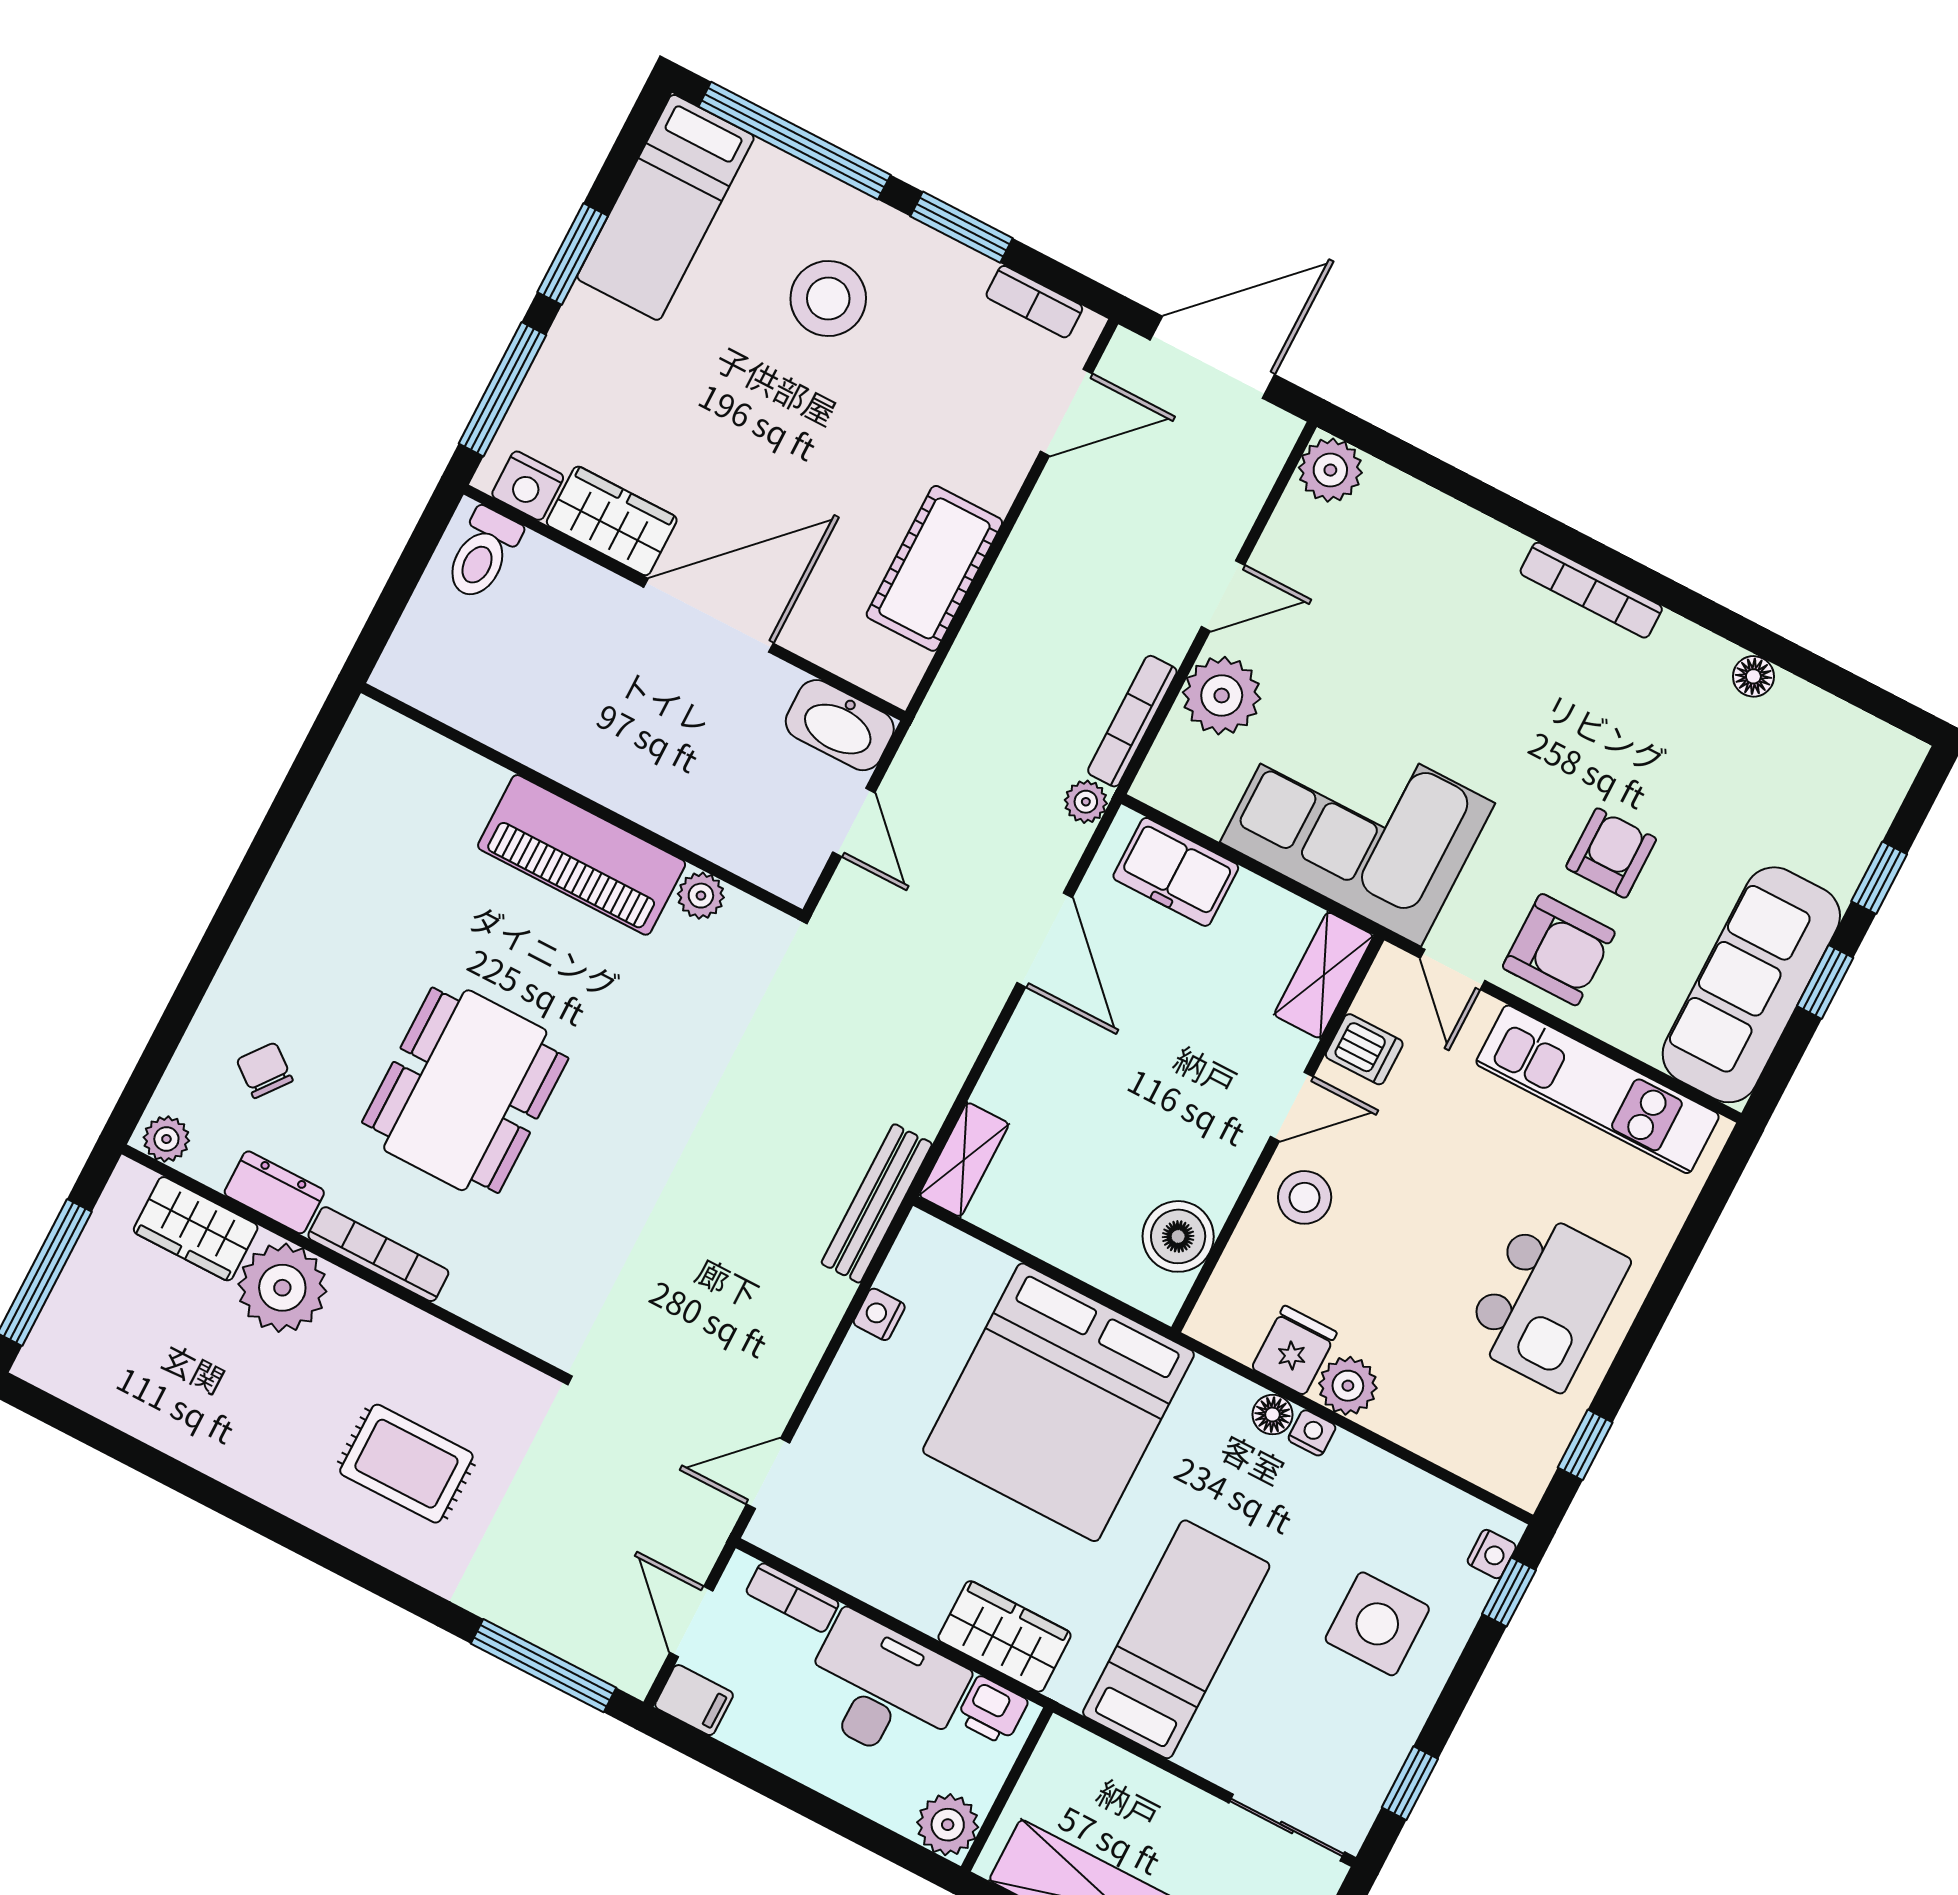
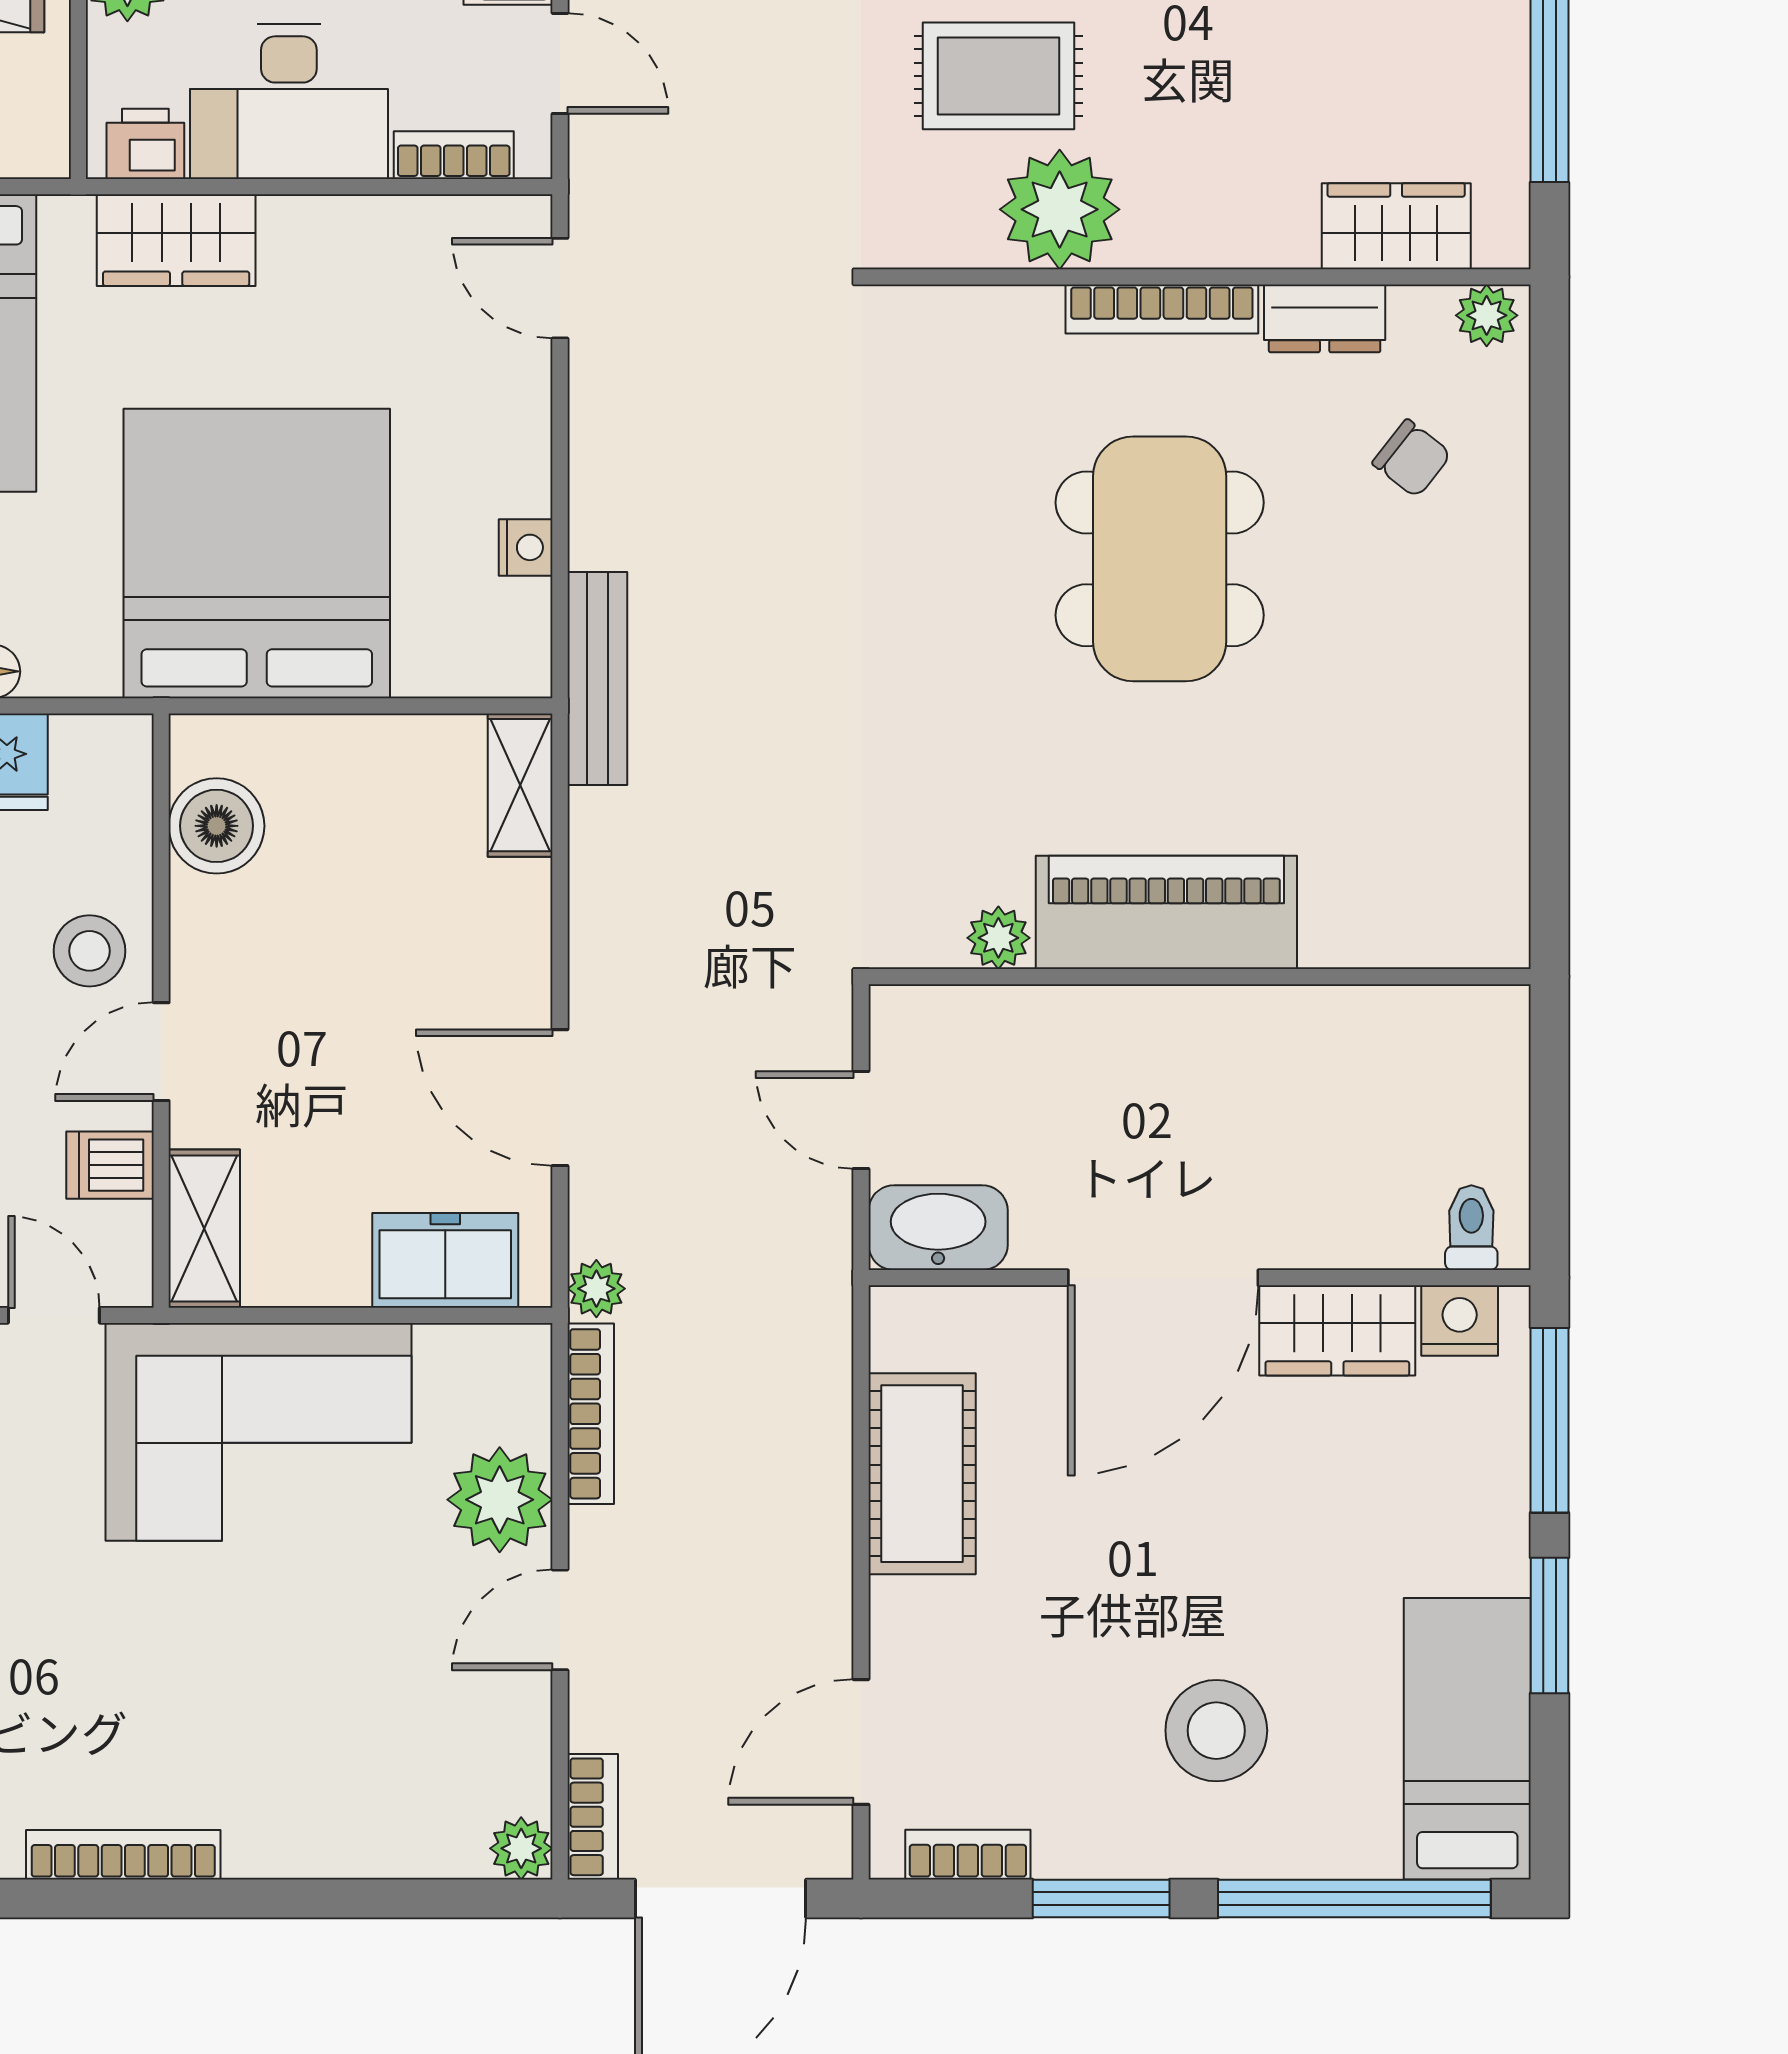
bookcase: (1269, 455) -> (593, 1817), added
plant: (1330, 470) -> (521, 1848), width x0.73, depth x0.73
toilet: (483, 554) -> (1471, 1228), width x0.73, depth x0.72
plant: (282, 1288) -> (1060, 209), moved
door: (768, 1474) -> (560, 288), swing flipped

